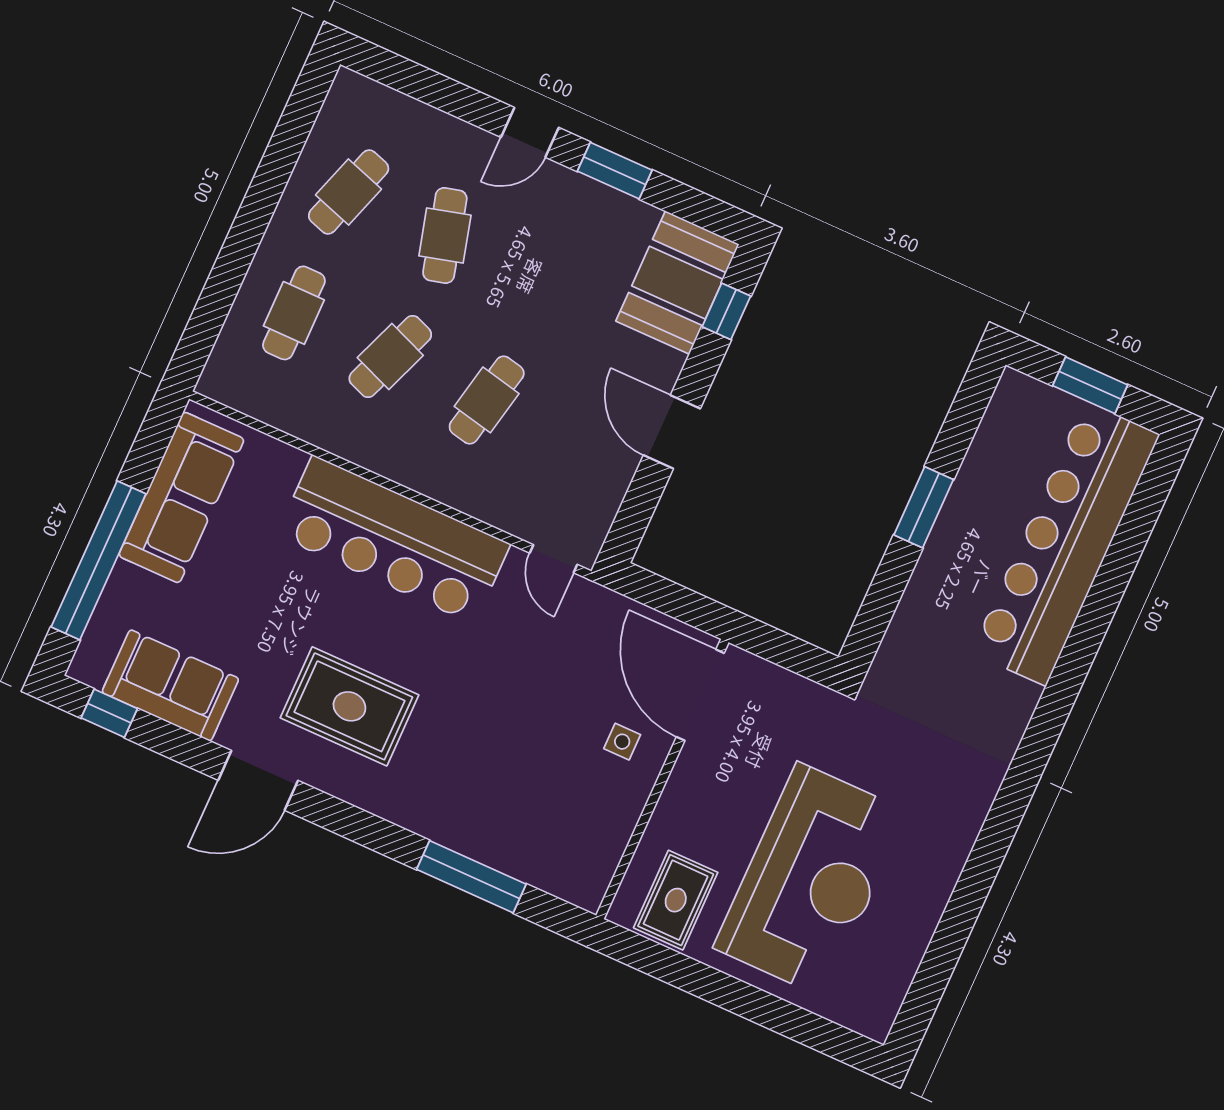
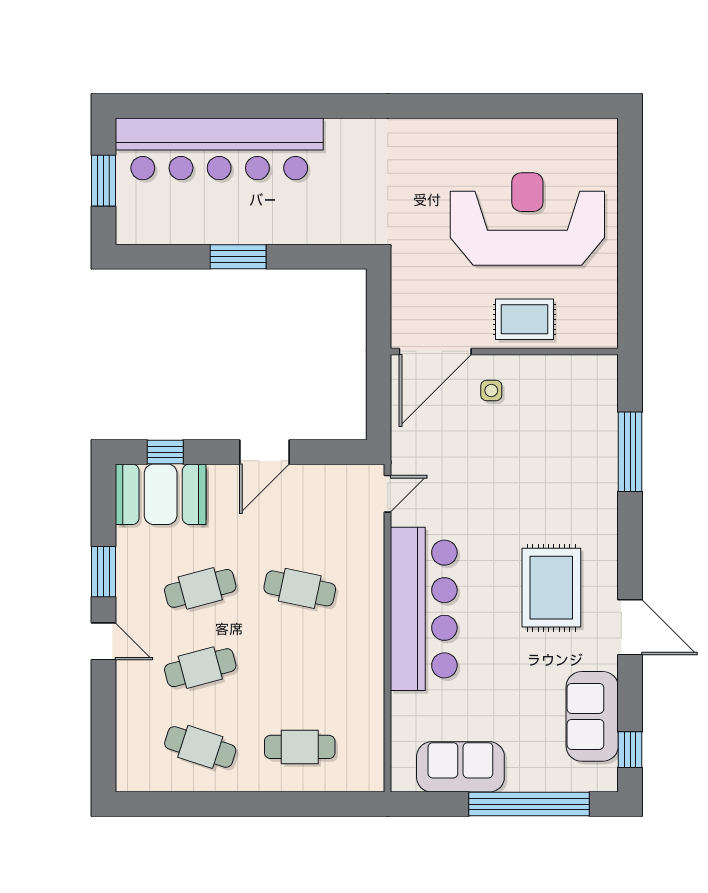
cafe table: (390, 356) -> (200, 588), moved, turned -36
sofa: (181, 497) -> (460, 767), width x0.73
rug: (676, 900) -> (525, 319), moved

